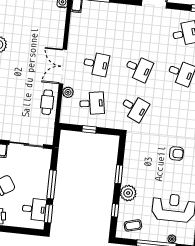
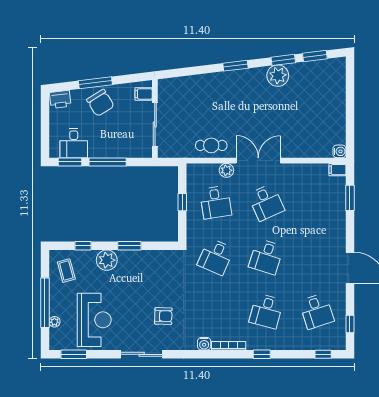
desk: (96, 64) -> (266, 202), turned -30
armchair: (176, 154) -> (163, 316), turned -88

